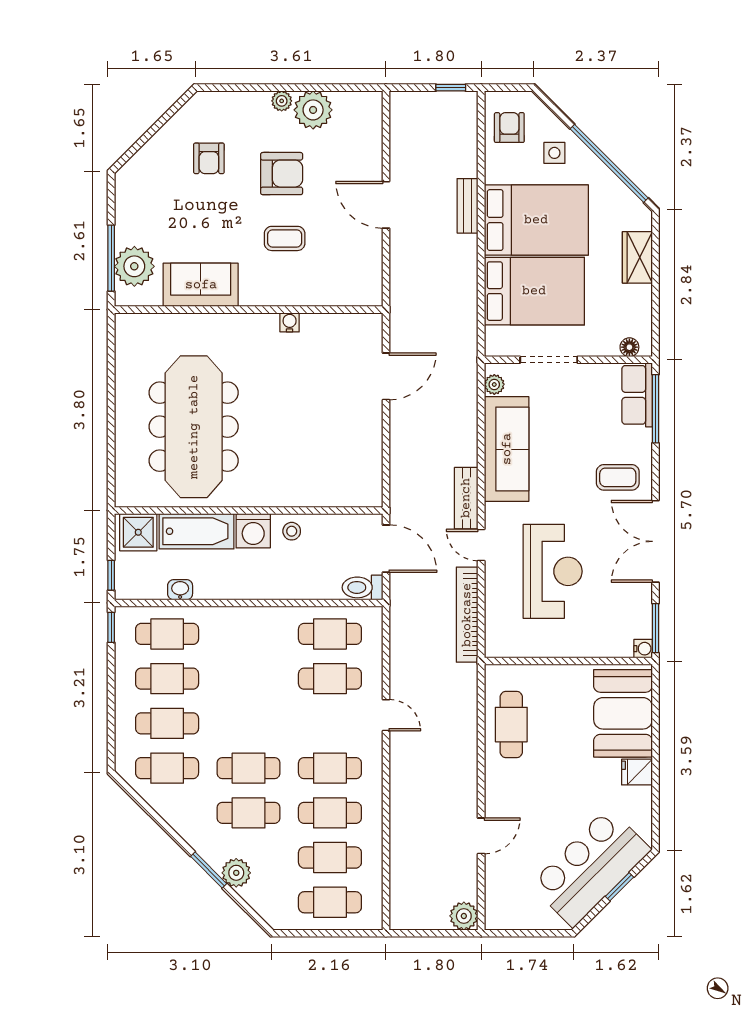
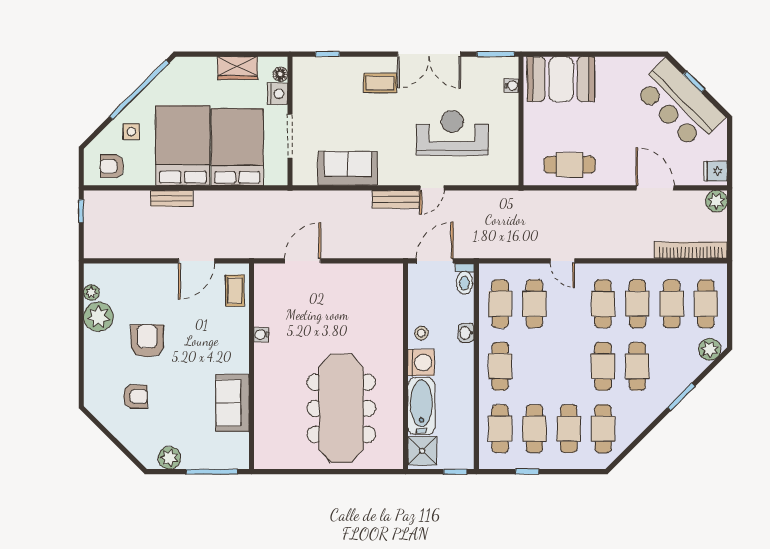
plant: (282, 101) -> (91, 293), moved
door: (386, 205) -> (196, 261), moved
coffee table: (285, 238) -> (235, 291), moved
wardrobe: (637, 257) -> (238, 68), moved
plant: (134, 266) -> (169, 458), moved, width x0.73, depth x0.73
nightstand: (604, 344) -> (278, 94), added
door: (386, 376) -> (303, 261), hinge flipped
plant: (494, 384) -> (309, 178), removed
row of seats: (637, 395) -> (317, 68), removed
window: (655, 409) -> (327, 54), width x0.46
meeting table: (194, 427) -> (341, 408), turned 90
sofa: (507, 449) -> (348, 168), width x0.73
coffee table: (618, 477) -> (380, 83), turned 90
washbasin: (180, 590) -> (466, 333), moved
bookcase: (467, 615) -> (691, 250), moved, turned 180
window: (111, 627) -> (527, 472), moved
cafe table: (249, 634) -> (500, 366), added
water cooler: (643, 649) -> (511, 86), moved, turned 90
door: (386, 715) -> (562, 261), swing flipped
fridge: (637, 772) -> (715, 171), moved, turned 90
door: (481, 836) -> (655, 188), width x1.38
plant: (236, 873) -> (710, 349), moved

